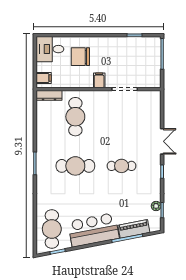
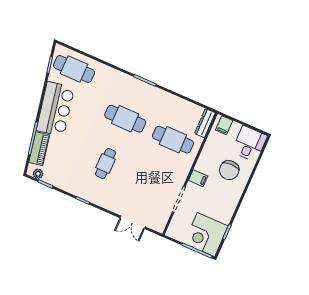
corner desk: (145, 52) -> (206, 235), added
chair: (80, 57) -> (229, 170), turned 180
double door: (162, 141) -> (133, 222), moved
cafe table: (75, 166) -> (125, 119), turned 90
plant: (156, 206) -> (38, 174), moved

